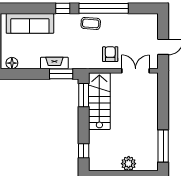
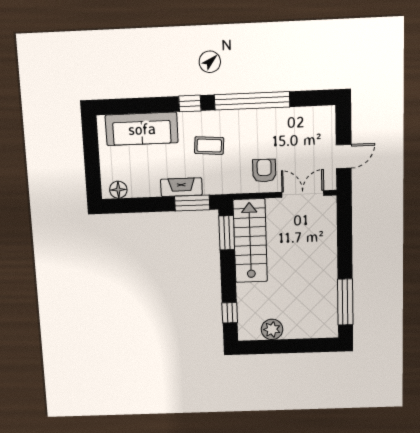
coffee table: (91, 23) -> (209, 146), moved
plant: (129, 164) -> (272, 329), moved

